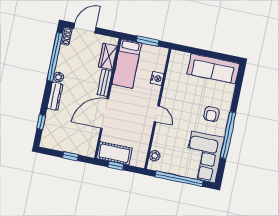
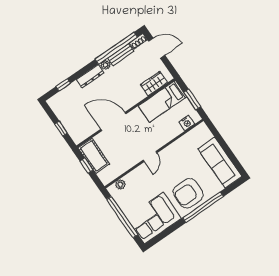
nightstand: (157, 78) -> (187, 123), moved
bench: (105, 83) -> (121, 55), moved
armchair: (211, 114) -> (188, 193), width x1.88, depth x1.88
window: (228, 135) -> (203, 207), moved

